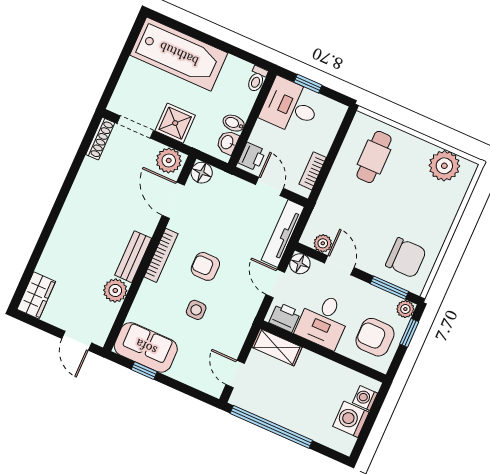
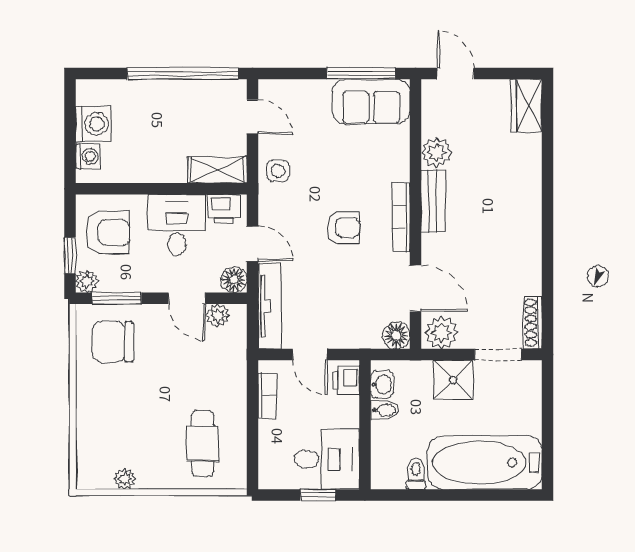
toilet: (257, 79) -> (416, 474), moved
plant: (444, 166) -> (125, 479), width x0.53, depth x0.53
side table: (196, 310) -> (278, 171), moved
window: (144, 371) -> (361, 74), width x2.17

